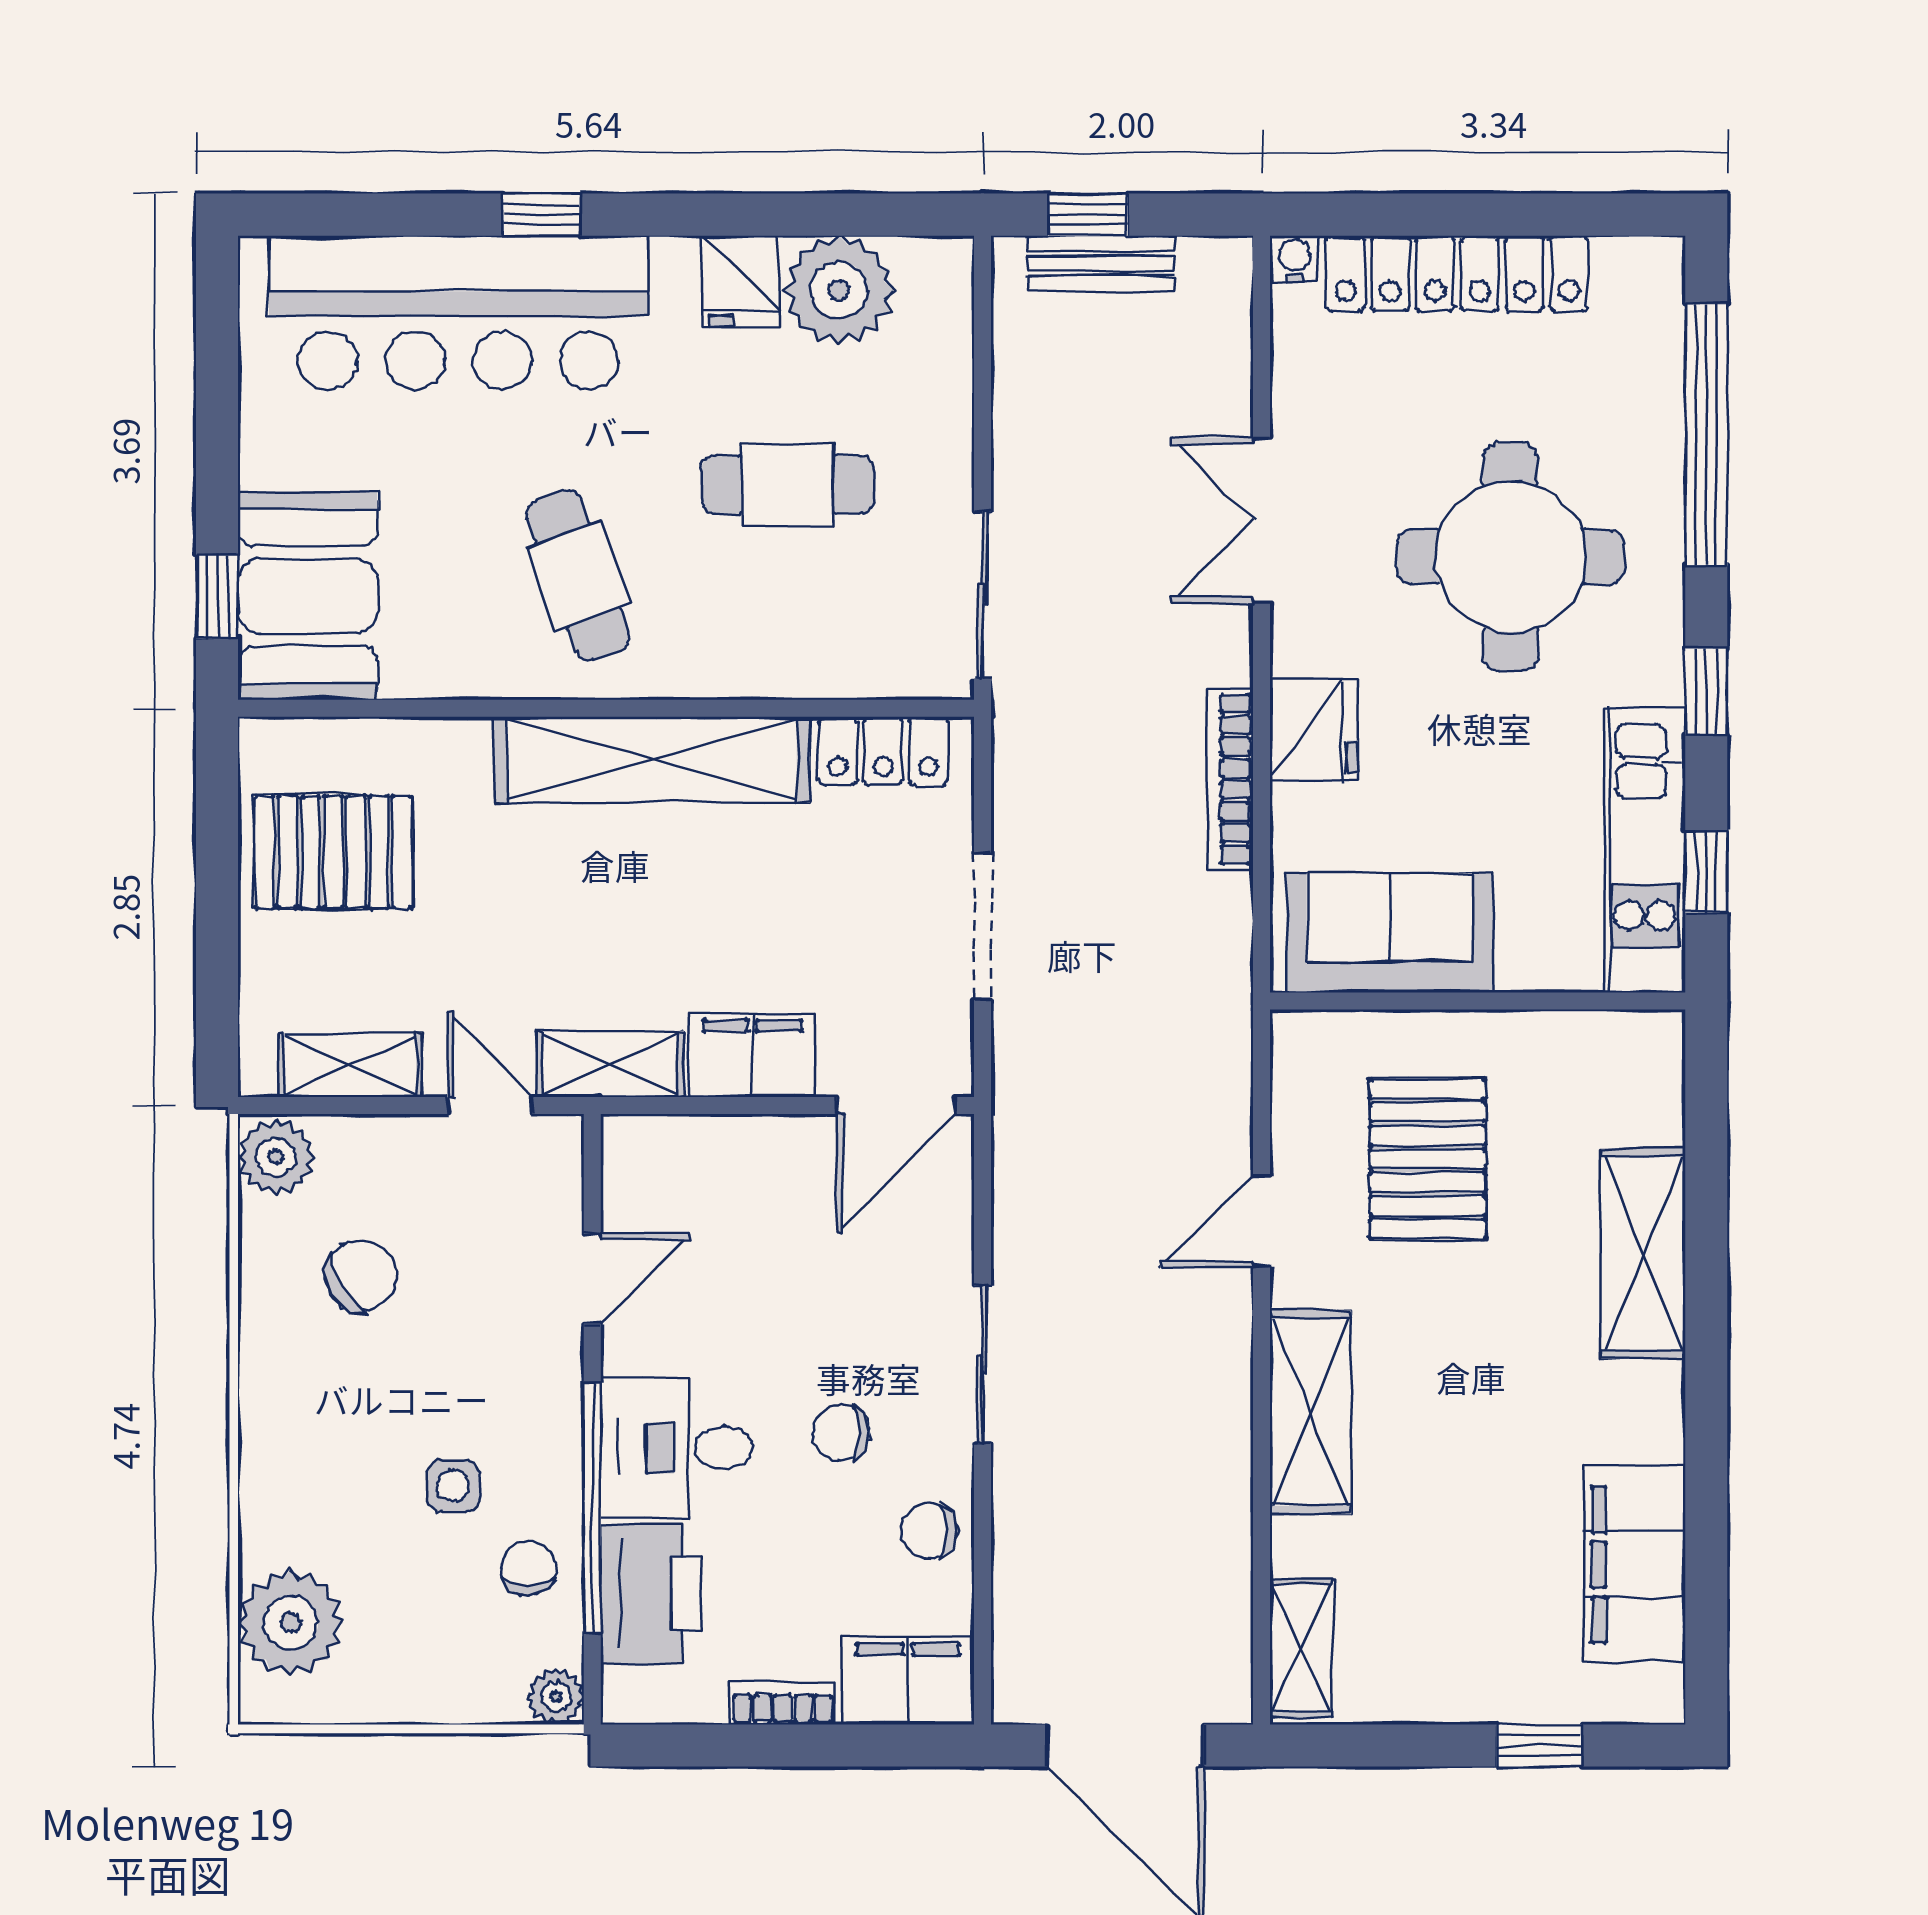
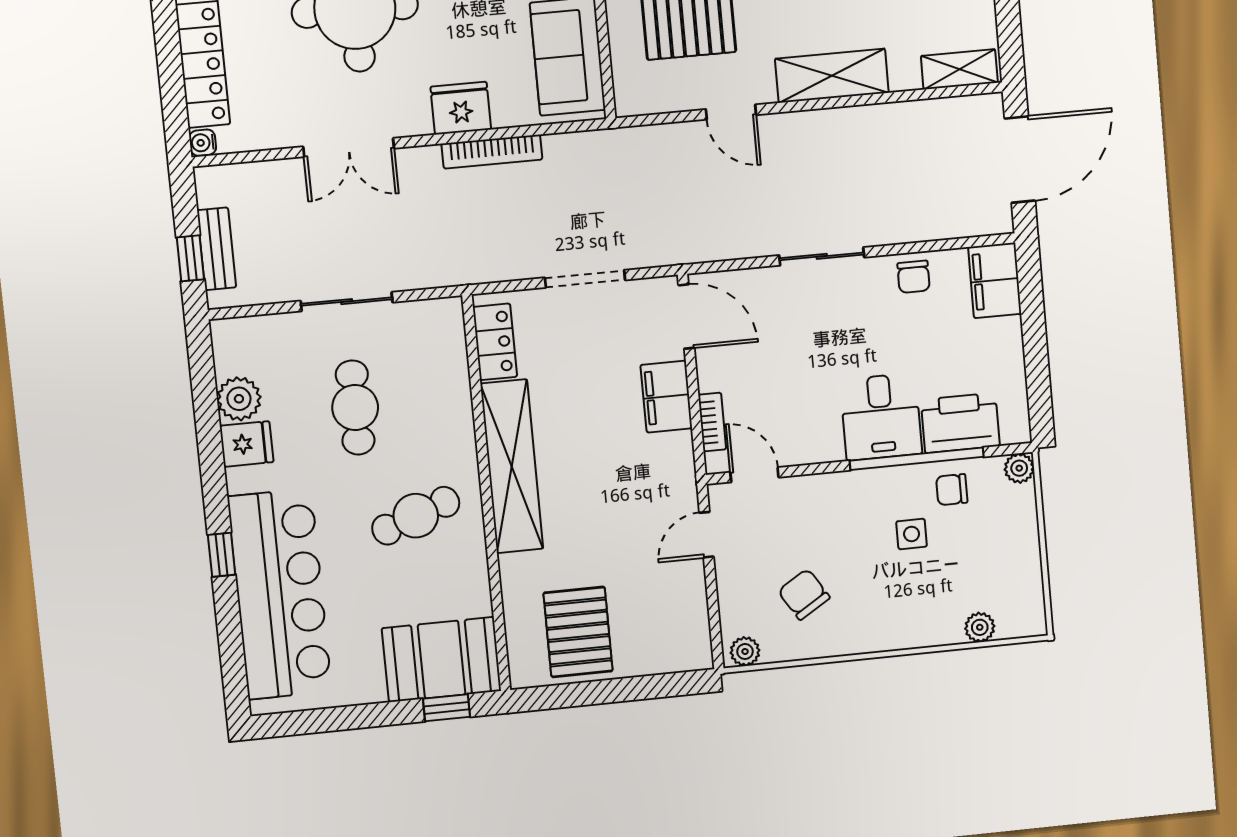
plant: (839, 290) -> (239, 399), width x0.73, depth x0.73
sliding door: (983, 595) -> (347, 302), moved
shelving: (610, 1064) -> (678, 473), removed
shelving: (350, 1065) -> (692, 611), removed
plant: (276, 1157) -> (745, 651), width x0.73, depth x0.73
door: (592, 1279) -> (754, 475), moved
chair: (842, 1433) -> (865, 329), removed
plant: (291, 1623) -> (980, 627), width x0.53, depth x0.53
bookcase: (783, 1703) -> (712, 422), moved, turned 180

